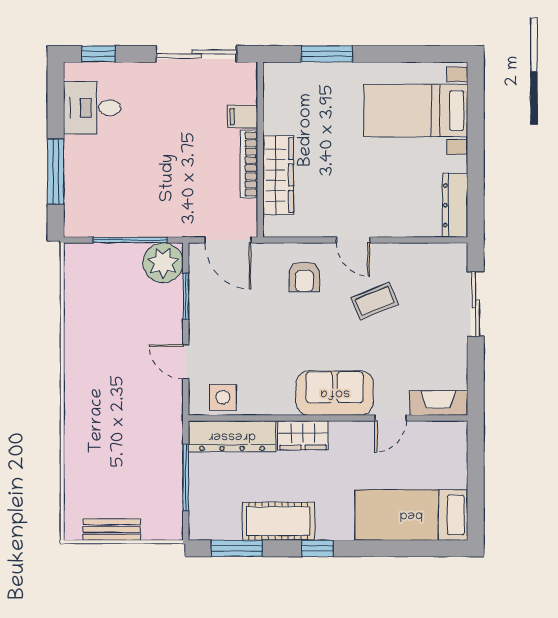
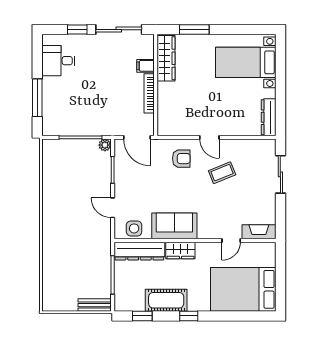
window: (98, 54) -> (77, 30), moved
wardrobe: (278, 175) -> (166, 58), moved
plant: (163, 263) -> (105, 145), width x0.53, depth x0.53
armchair: (304, 277) -> (181, 159), turned -90
sofa: (335, 393) -> (174, 226), moved
bed: (411, 515) -> (243, 289), width x1.50
bench: (112, 529) -> (95, 305), moved
window: (237, 548) -> (142, 316), width x0.67

